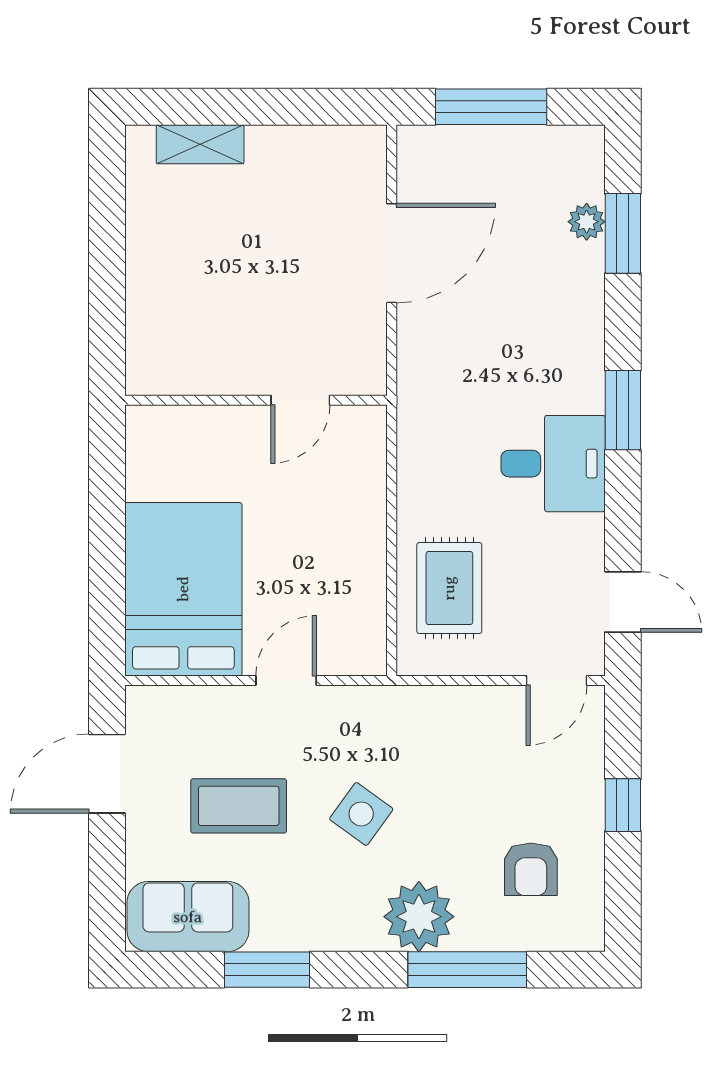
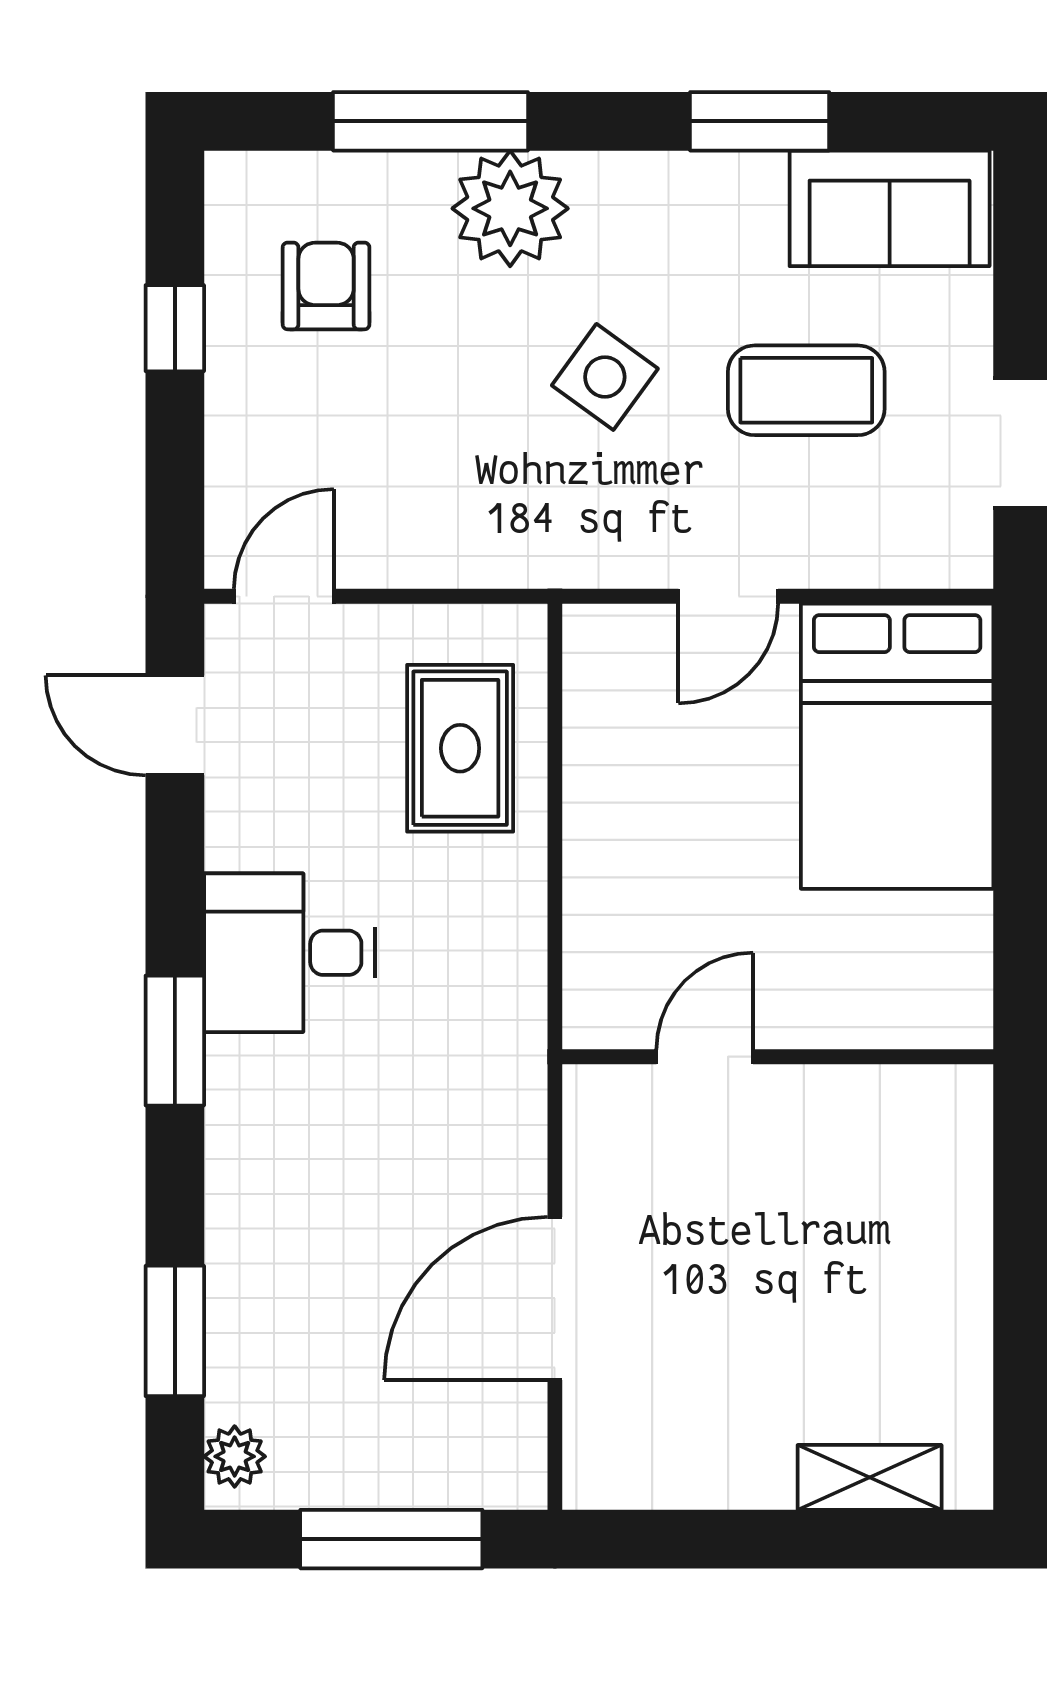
plant: (587, 222) -> (235, 1456), moved
window: (623, 805) -> (175, 328), moved

